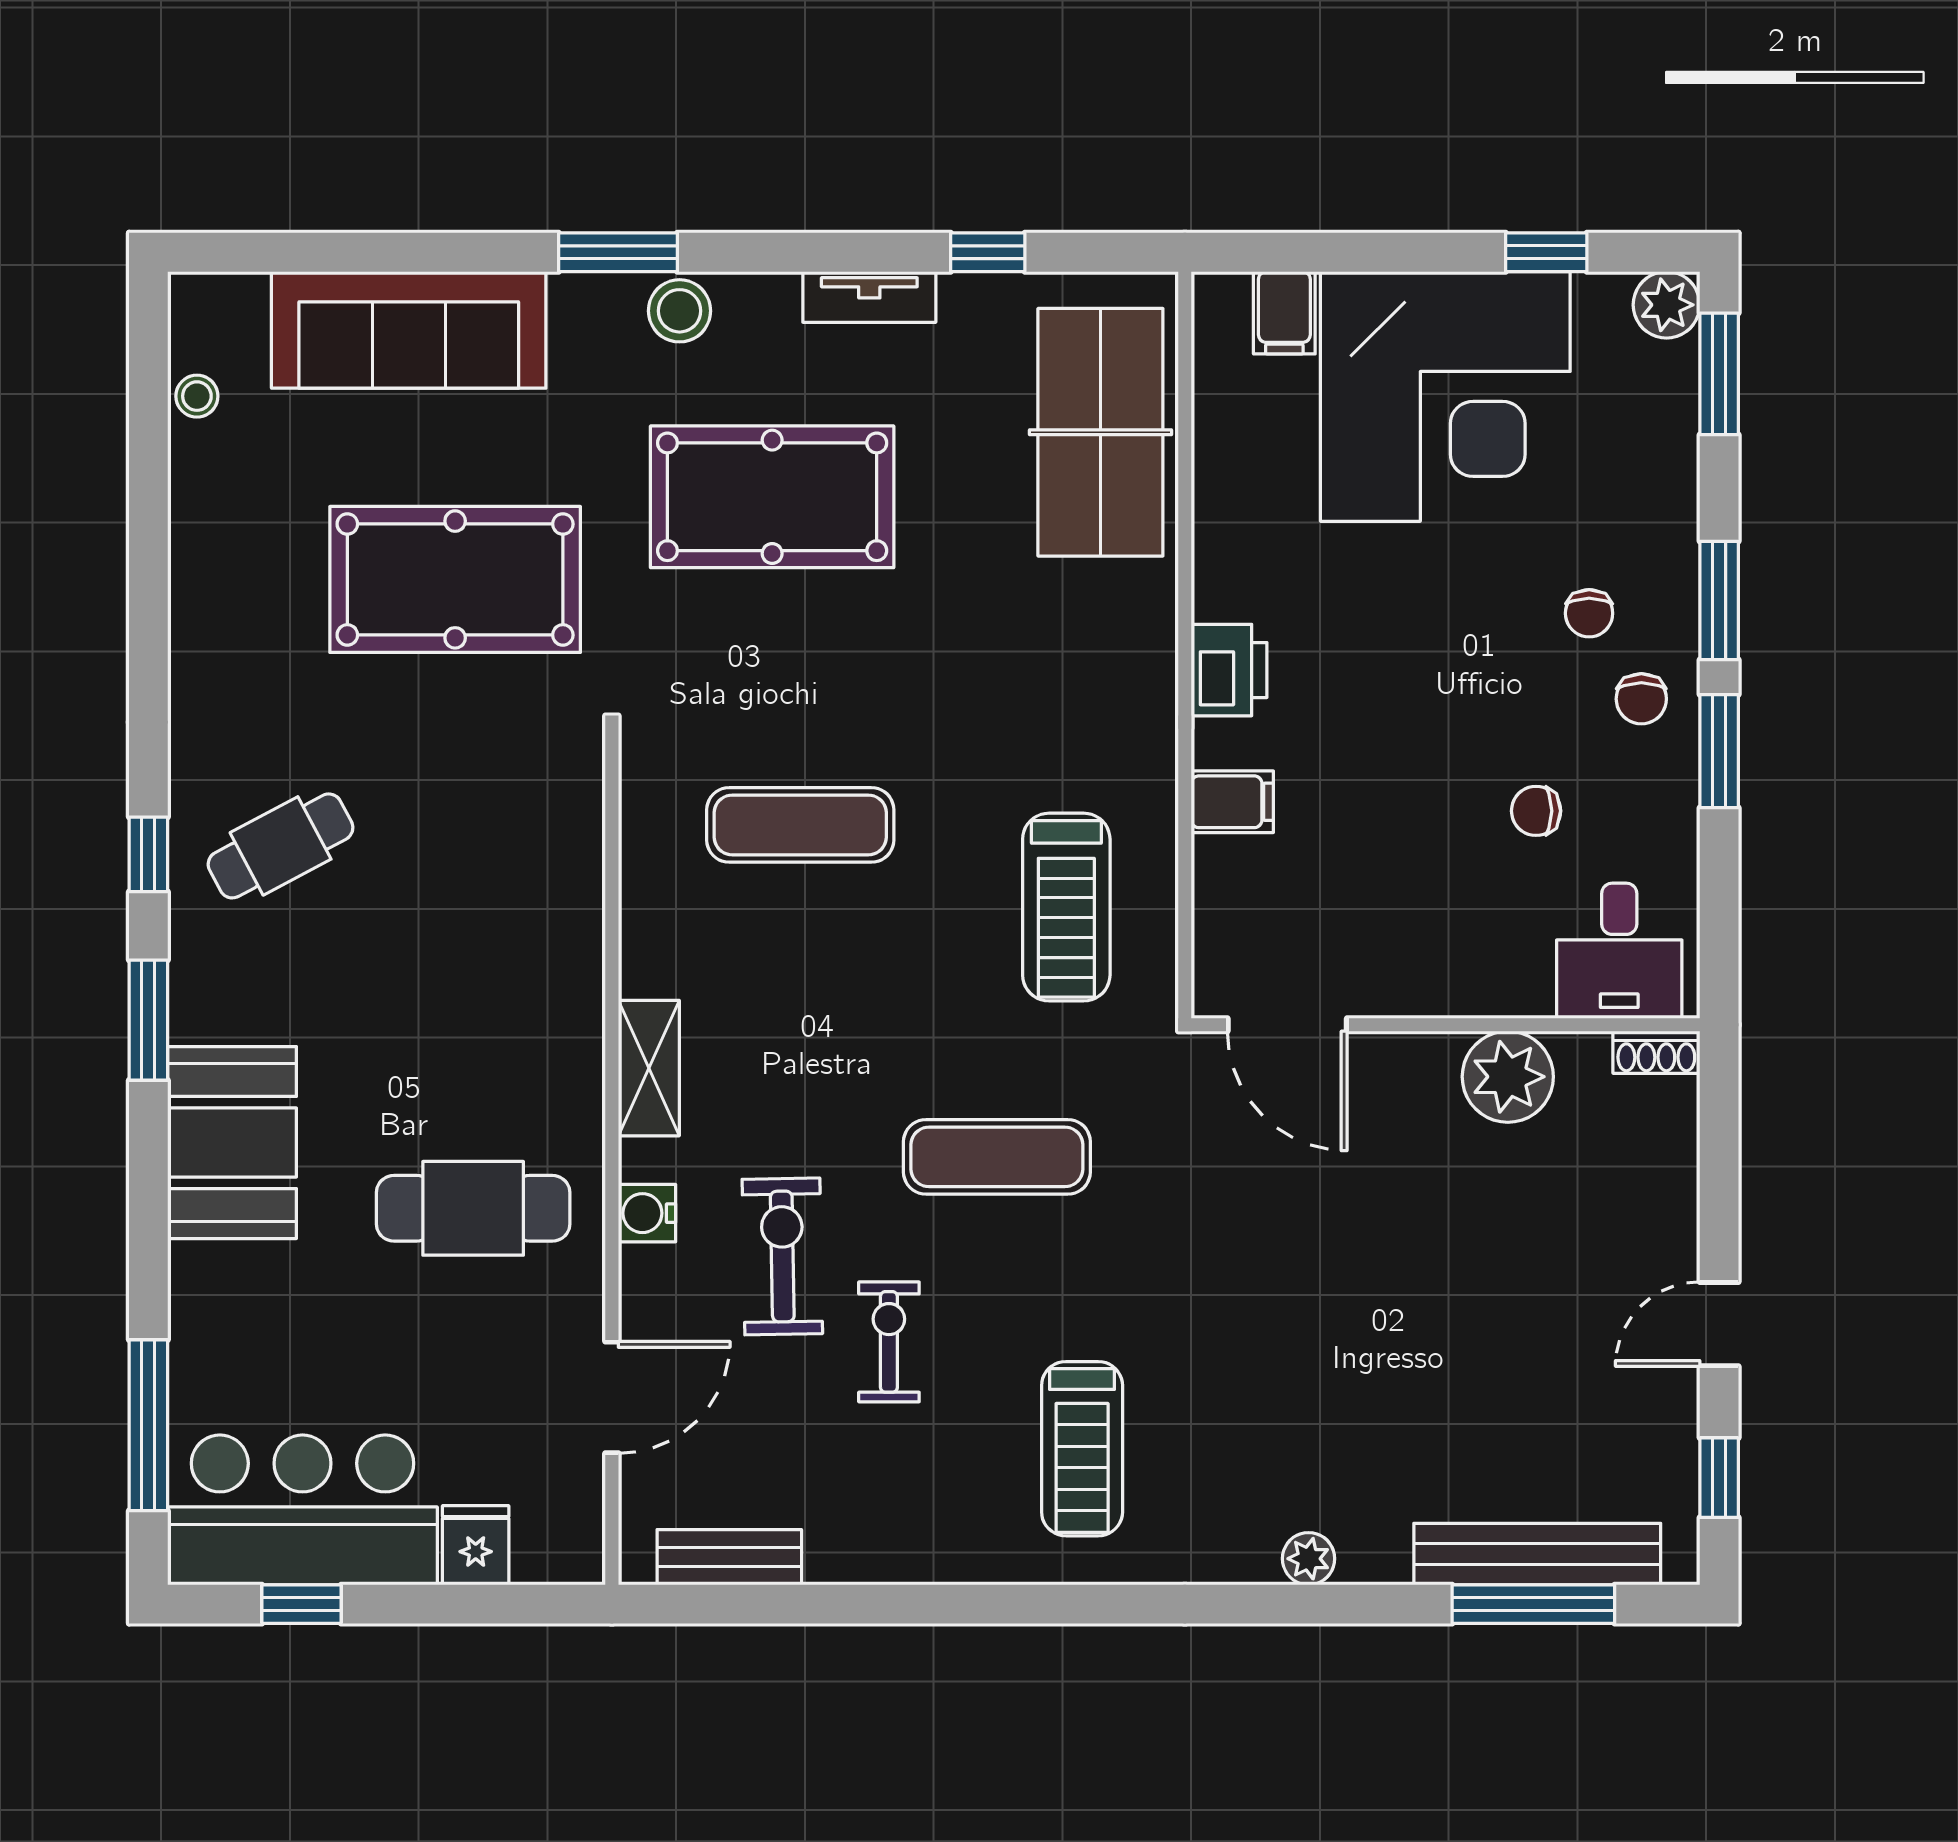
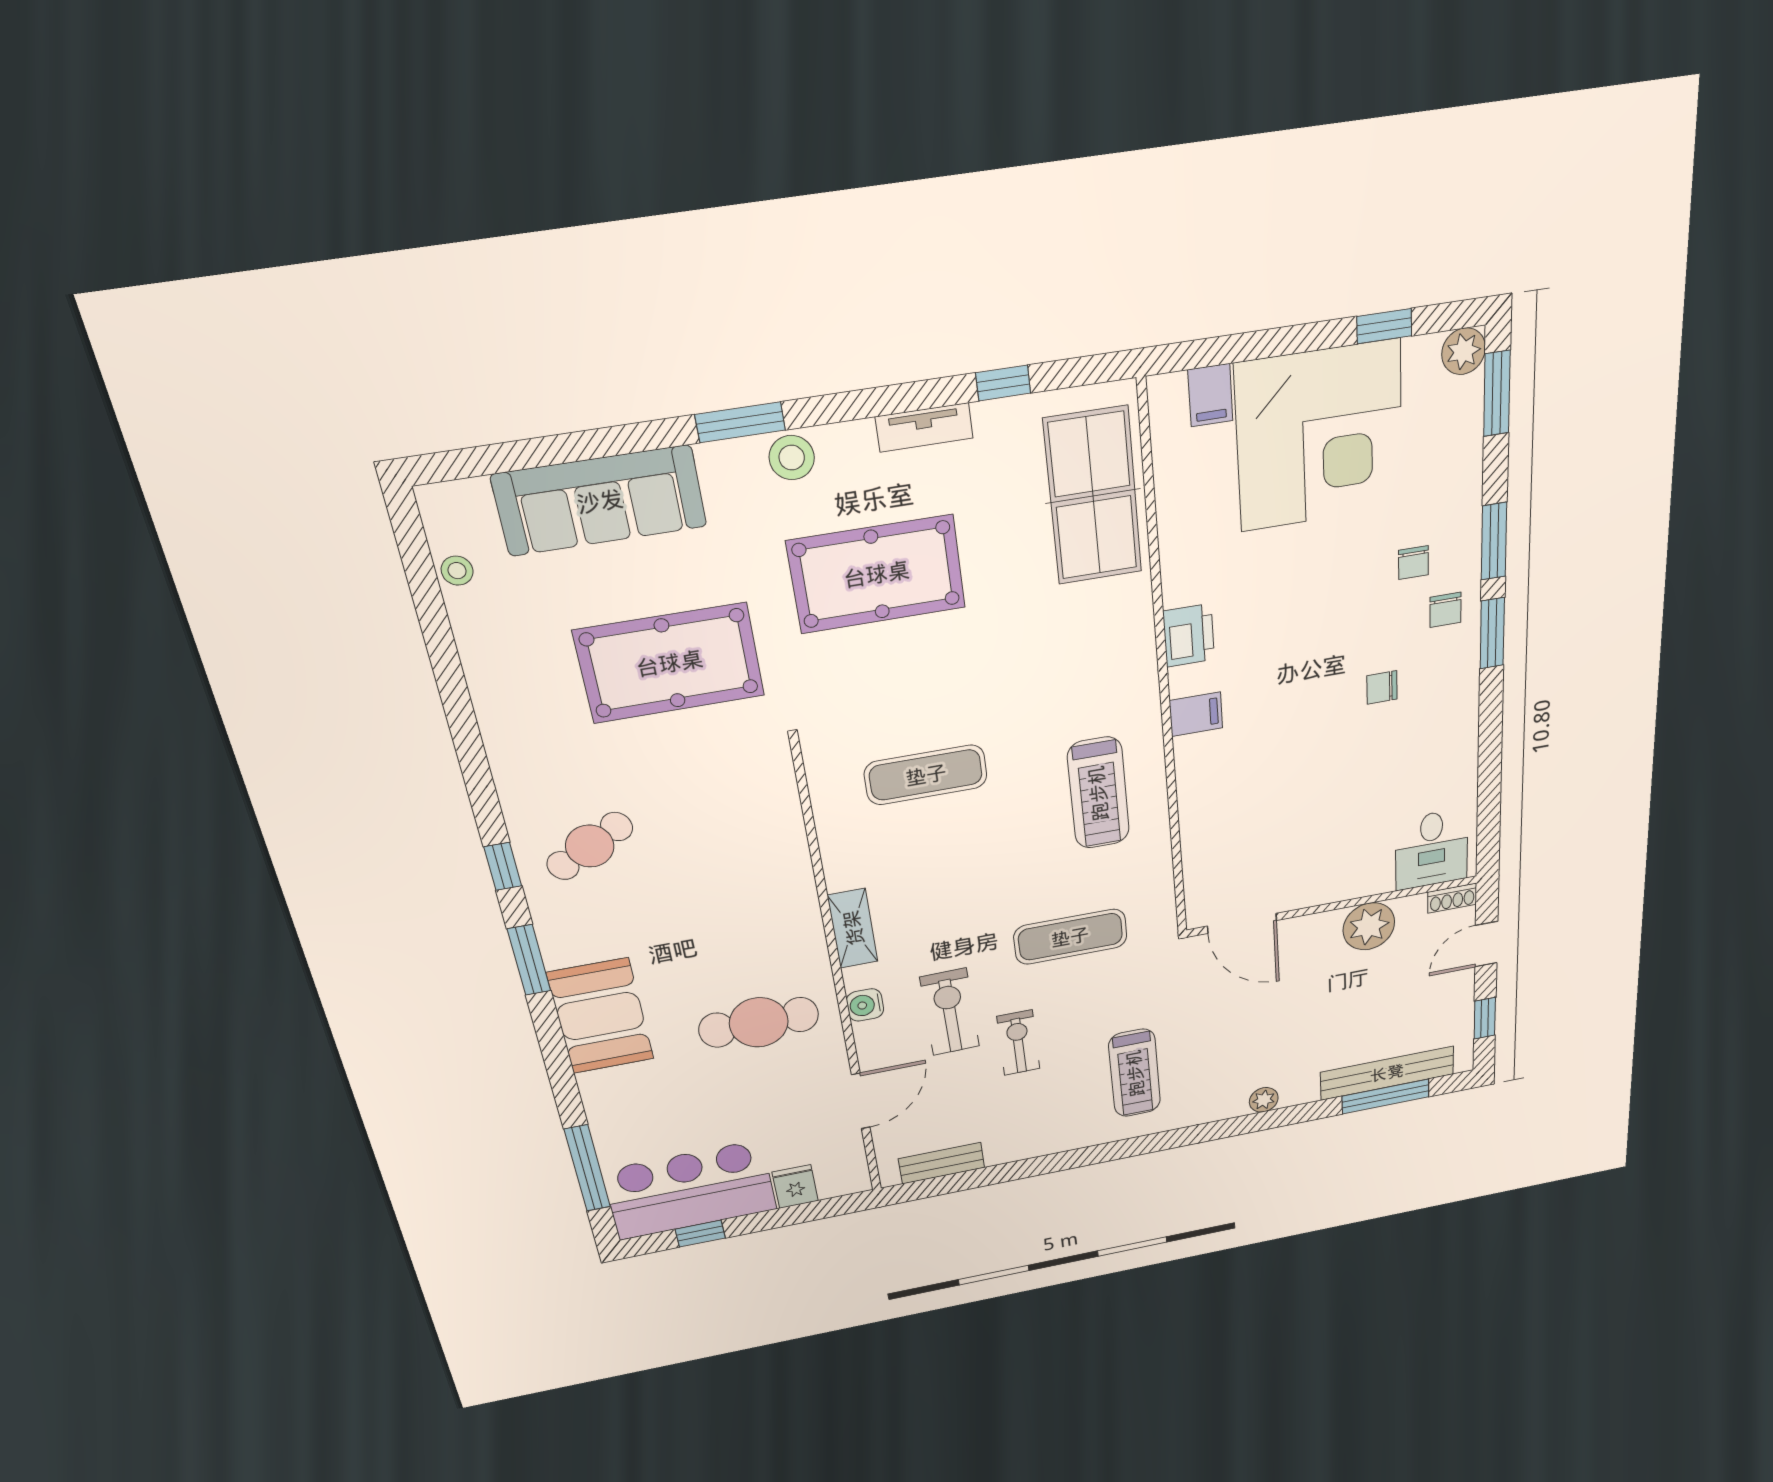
desk: (1619, 951) -> (1432, 849), moved
door: (1287, 1025) -> (1242, 923), moved
wall: (1446, 1025) -> (1333, 906), moved
shoe rack: (1656, 1052) -> (1452, 898), moved
plant: (1508, 1077) -> (1369, 926), moved

